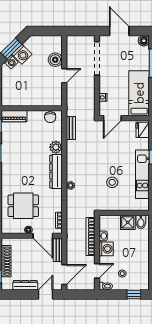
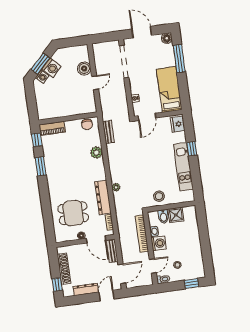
dresser: (56, 172) -> (103, 198), moved
stool: (112, 182) -> (159, 196), moved
bidet: (141, 222) -> (163, 216), moved

